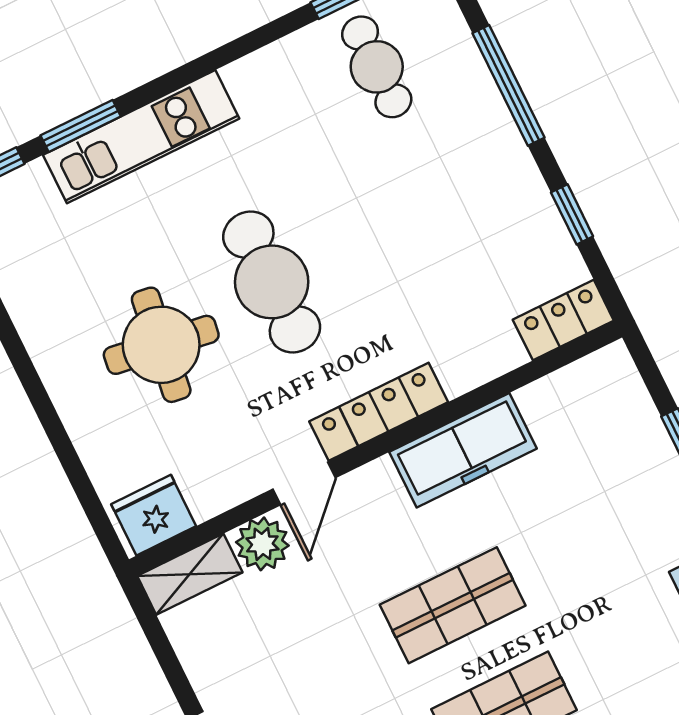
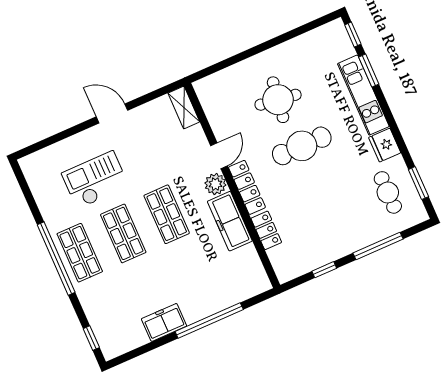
cafe table: (377, 67) -> (388, 192), turned 90
locker: (563, 320) -> (266, 230), moved
door: (304, 483) -> (219, 156), swing flipped
fridge: (154, 515) -> (385, 145), moved, turned 180
plant: (262, 544) -> (215, 184), moved

